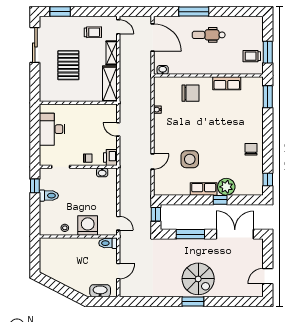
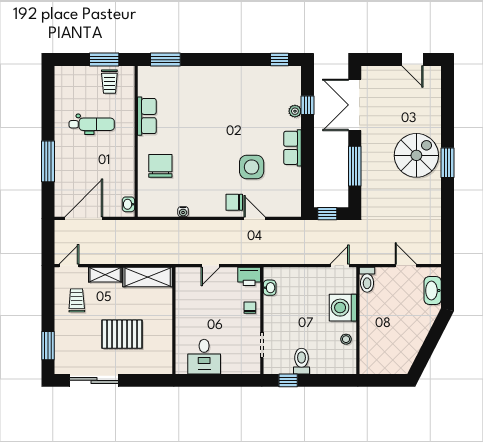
dental chair: (209, 35) -> (92, 124), moved, turned -90
desk: (52, 129) -> (204, 357), width x0.73
chair: (251, 149) -> (234, 202), moved
plant: (226, 187) -> (295, 111), width x0.53, depth x0.53
window: (220, 200) -> (308, 105), moved

